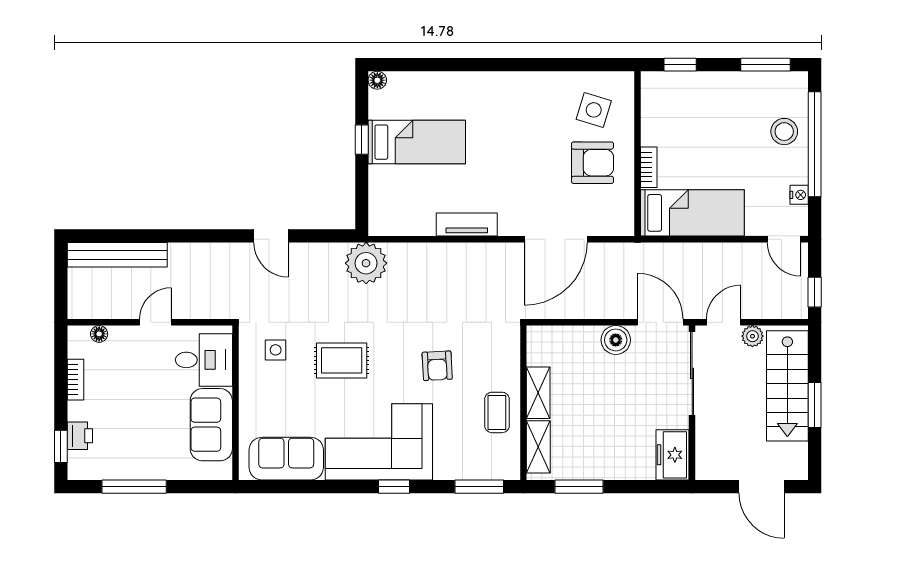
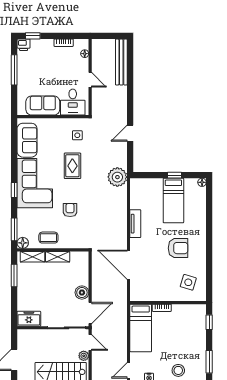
armchair: (592, 163) -> (178, 248), moved, turned -90
armchair: (437, 366) -> (70, 210), turned 93
printer: (80, 436) -> (24, 45), moved
floor lamp: (508, 468) -> (23, 243), added

